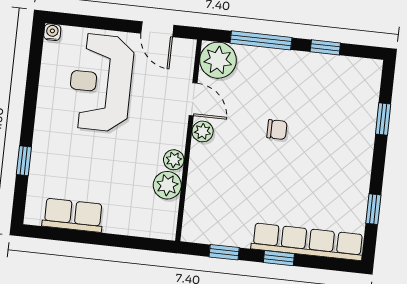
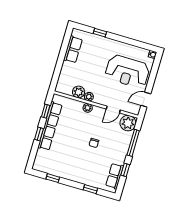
row of seats: (344, 69) -> (115, 176), added
reception desk: (101, 83) -> (127, 71), turned 180
plant: (203, 131) -> (88, 108), moved
row of seats: (308, 242) -> (50, 126), moved

